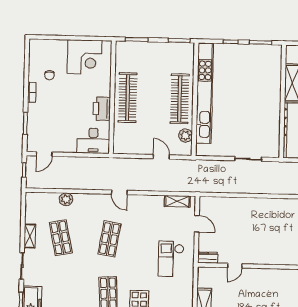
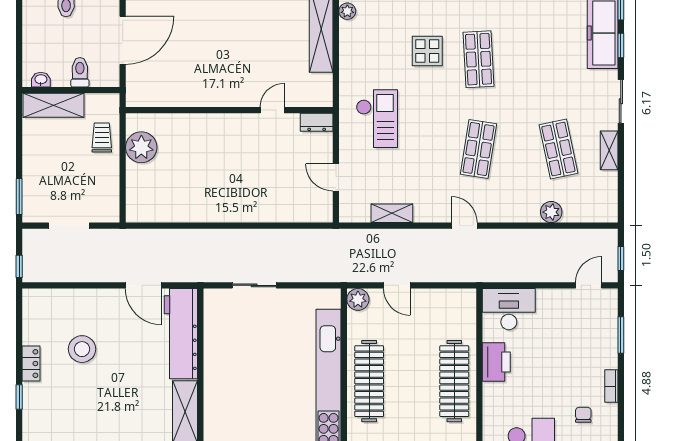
plant: (186, 136) -> (358, 299), moved
shelving: (177, 201) -> (392, 213), moved

